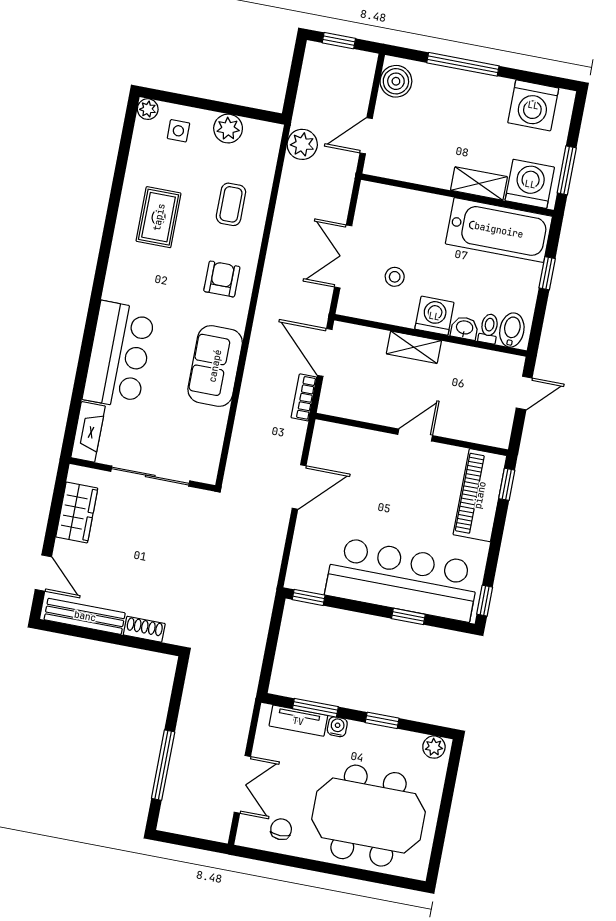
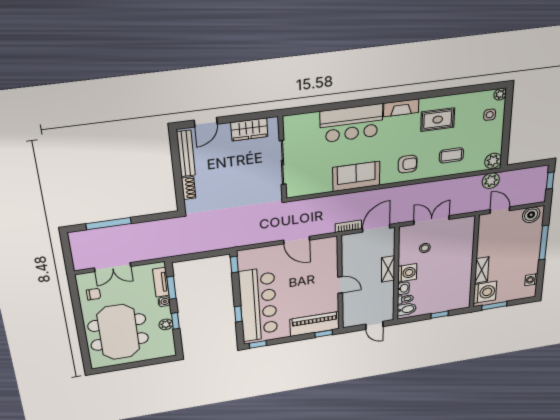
washing machine: (533, 105) -> (531, 280), width x0.53, depth x0.53
plant: (228, 129) -> (493, 161), moved
bathtub: (499, 230) -> (459, 287), removed
fireplace: (88, 432) -> (401, 108), moved
plant: (434, 747) -> (166, 324), moved

